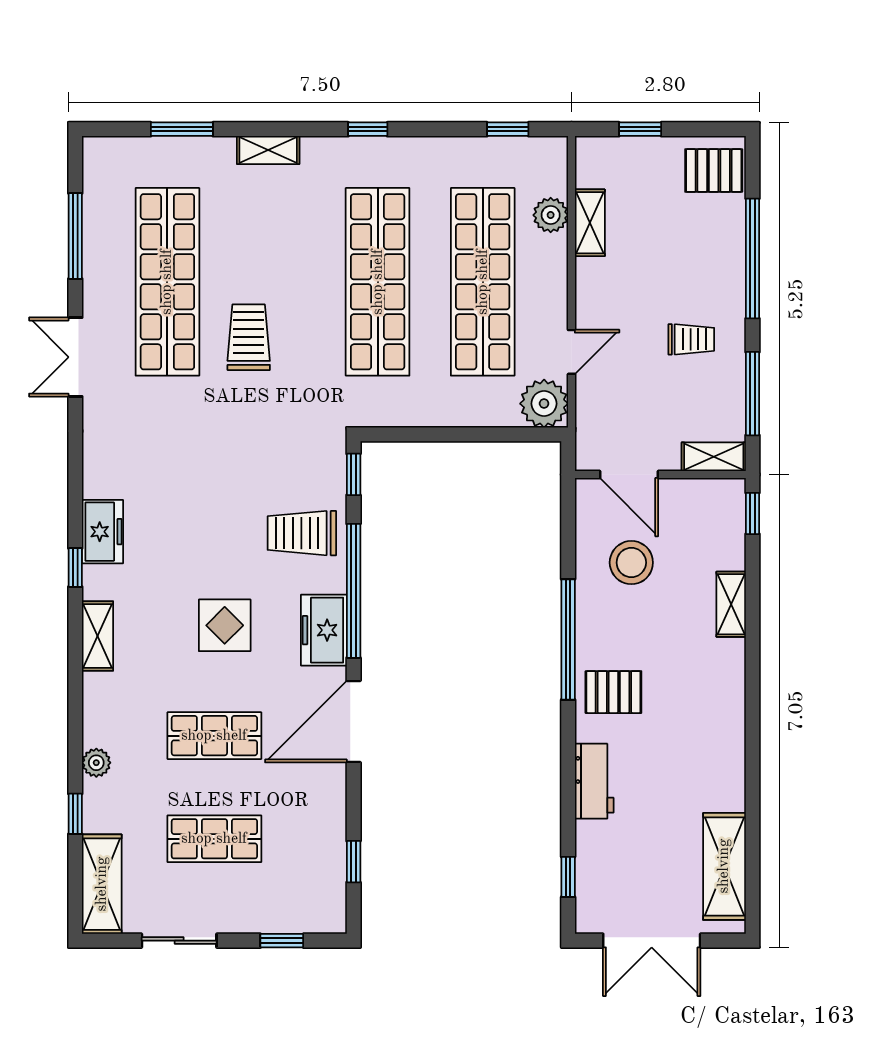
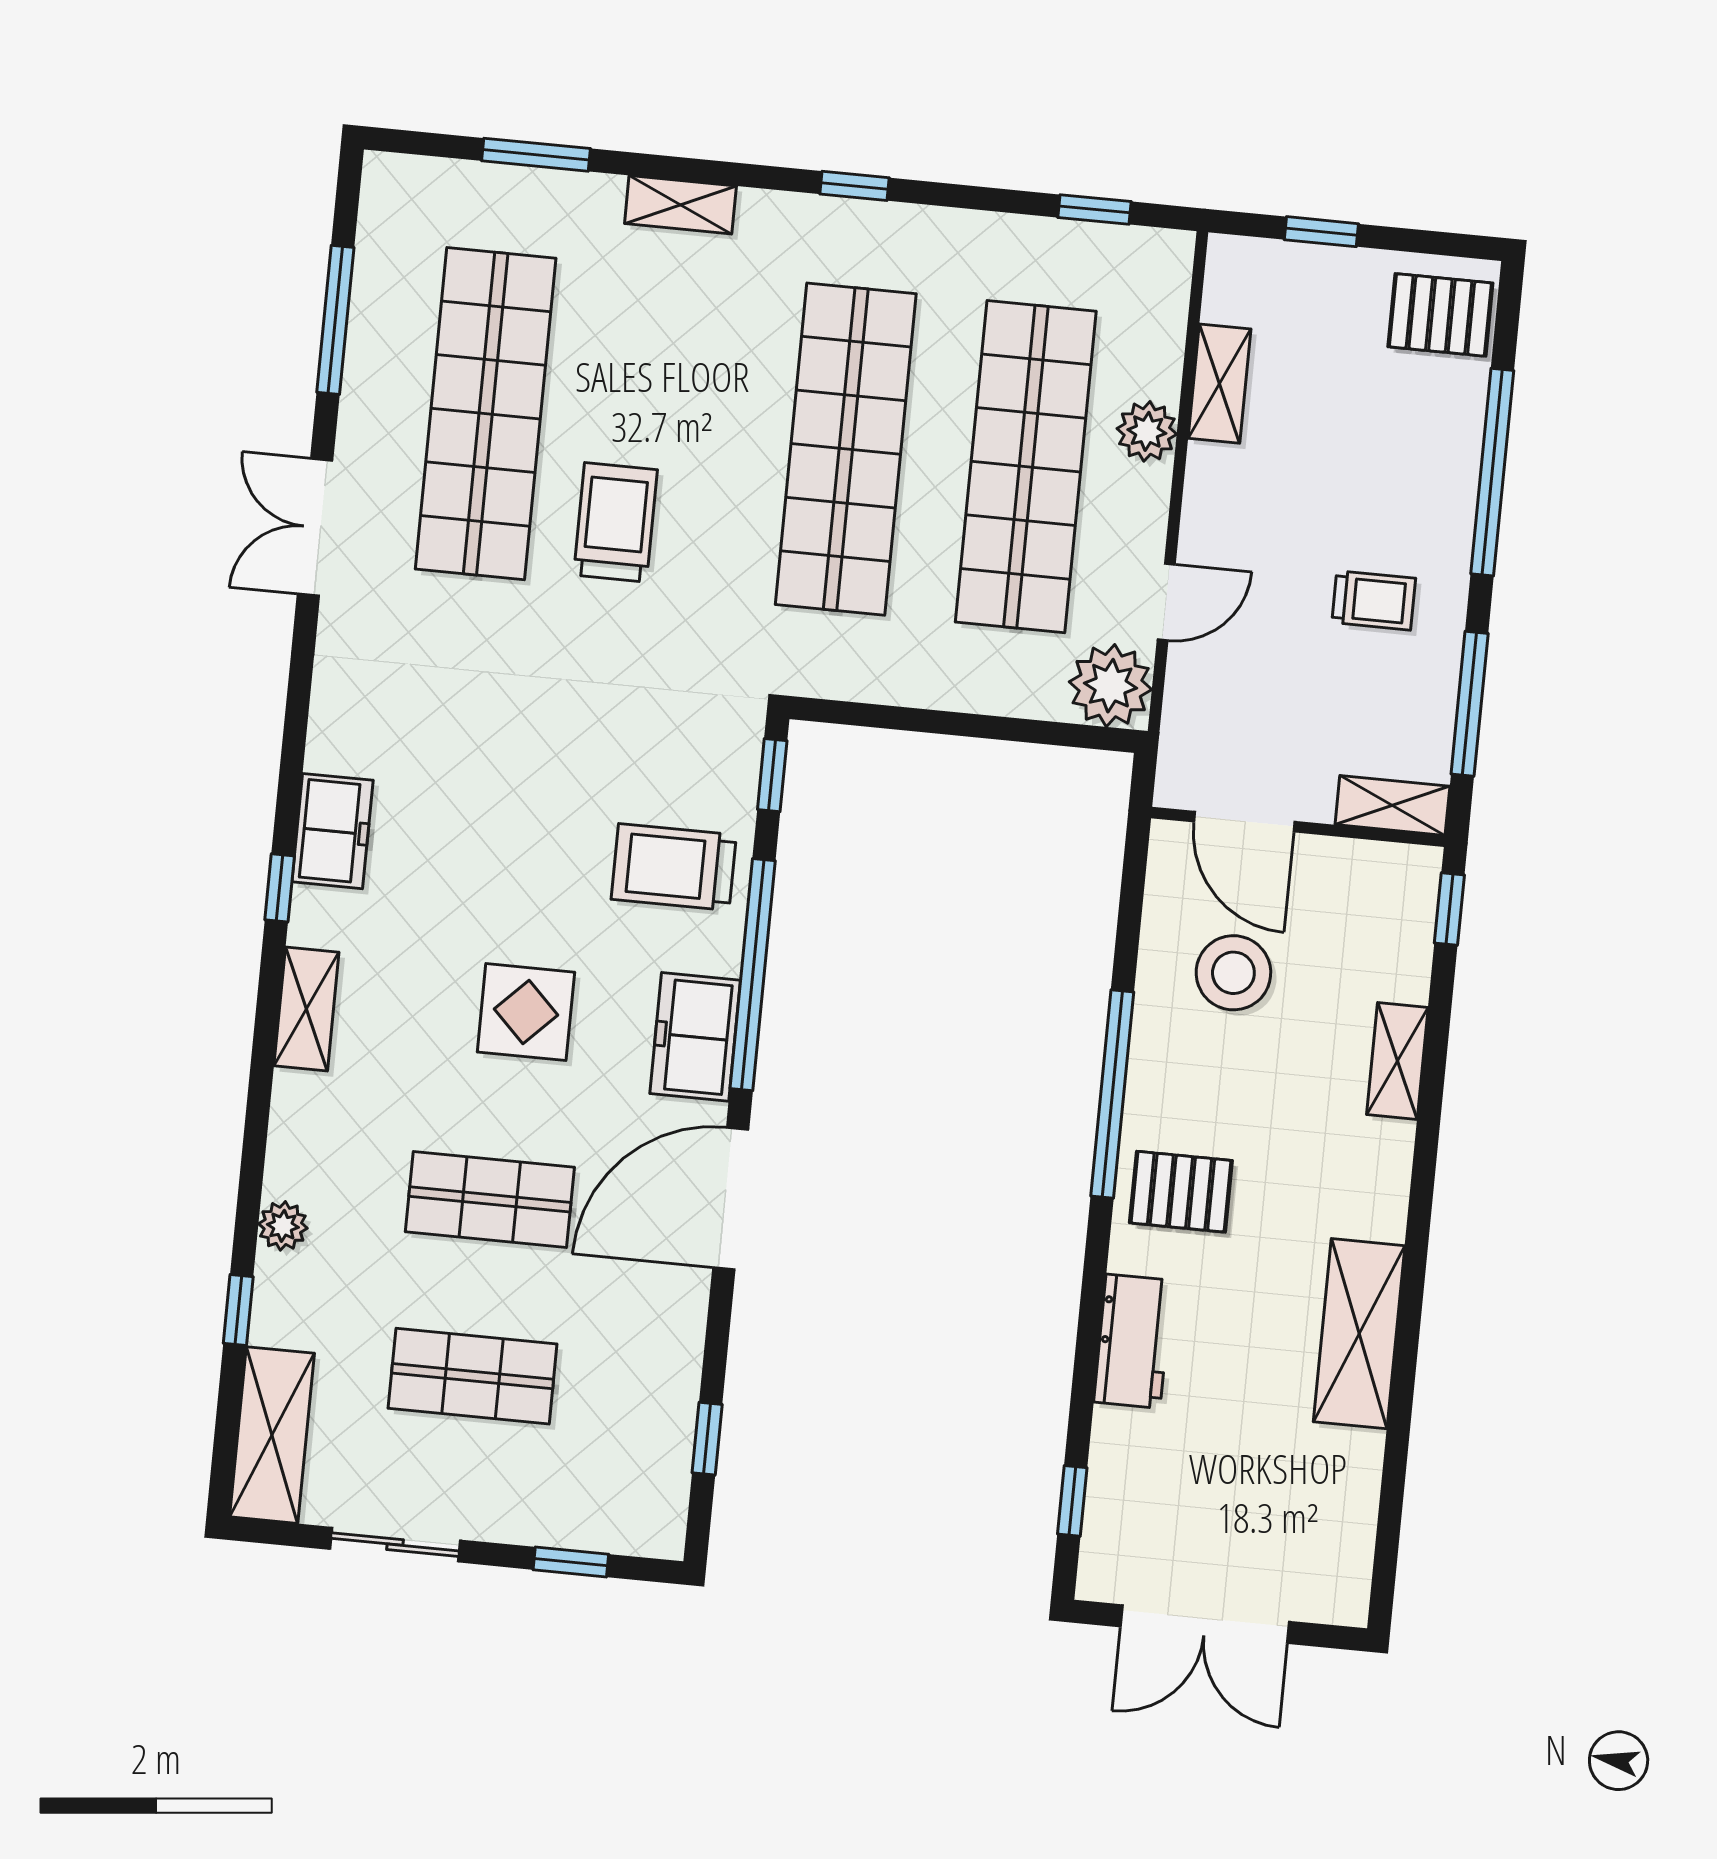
plant: (551, 215) -> (1147, 431), moved
shelving: (724, 866) -> (1359, 1334), moved

